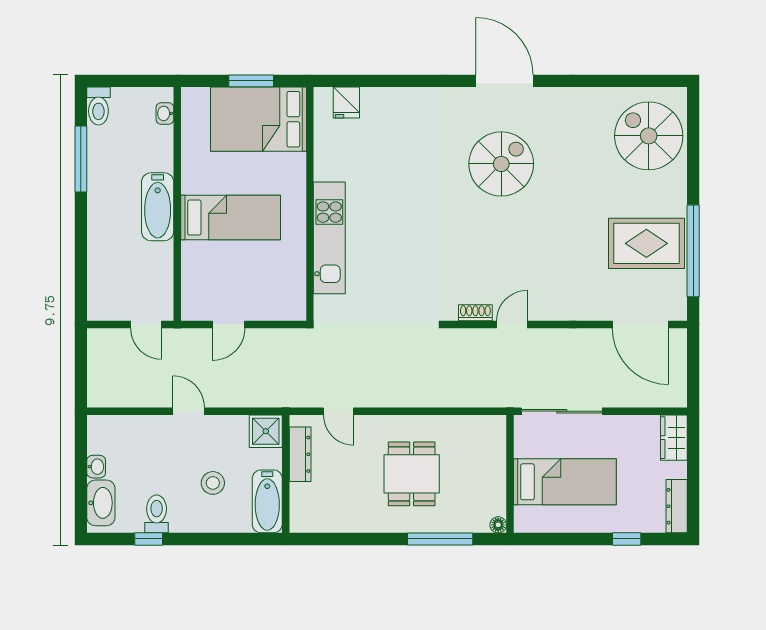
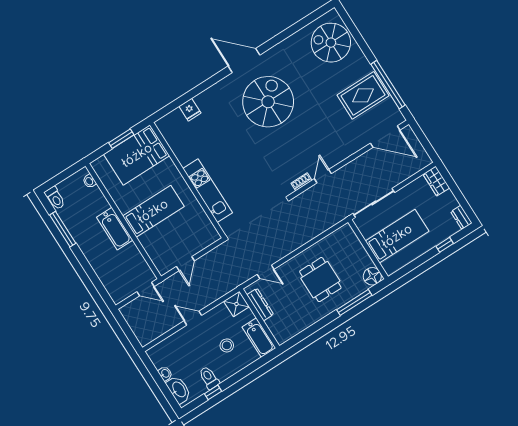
fridge: (346, 103) -> (190, 110), moved
spiral stairs: (501, 164) -> (268, 102), width x1.37, depth x1.37
dresser: (677, 506) -> (461, 217), width x0.70
floor lamp: (498, 525) -> (372, 276), width x1.89, depth x1.89

